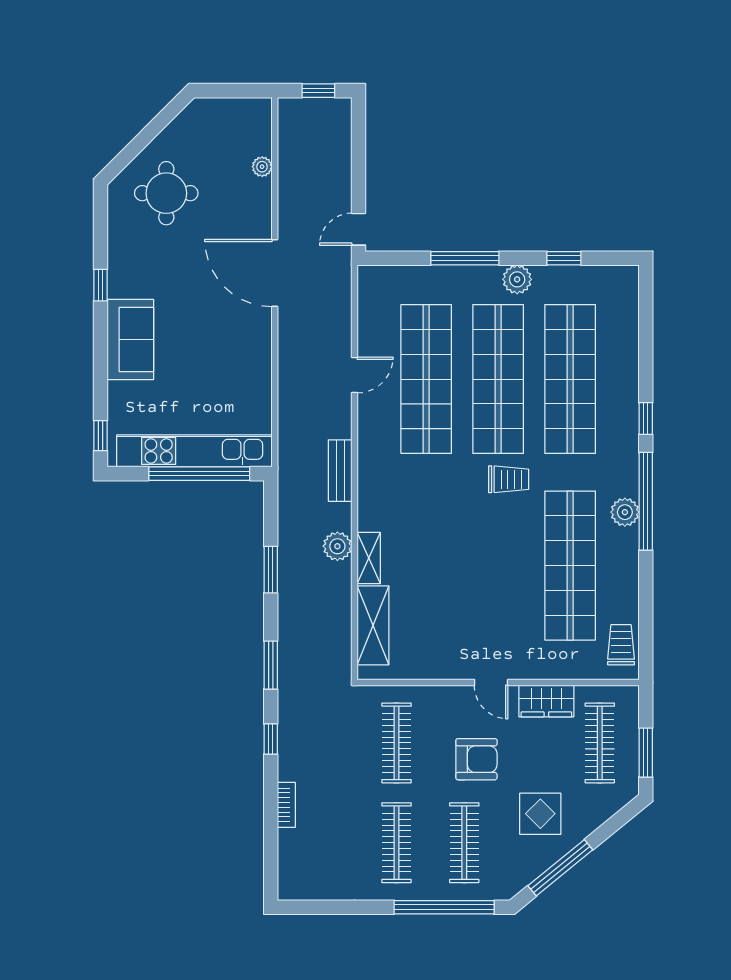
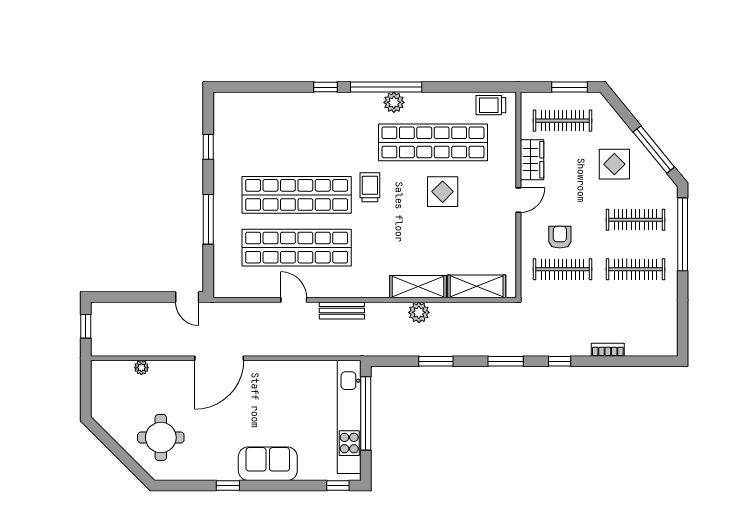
plant: (517, 279) -> (224, 181), removed
shop shelf: (570, 379) -> (297, 142), removed
bench: (340, 471) -> (342, 310), moved
shelving: (369, 558) -> (418, 287), width x1.50, depth x1.33
display table: (503, 579) -> (443, 192), added
armchair: (476, 759) -> (560, 237), moved, width x0.72, depth x0.72

